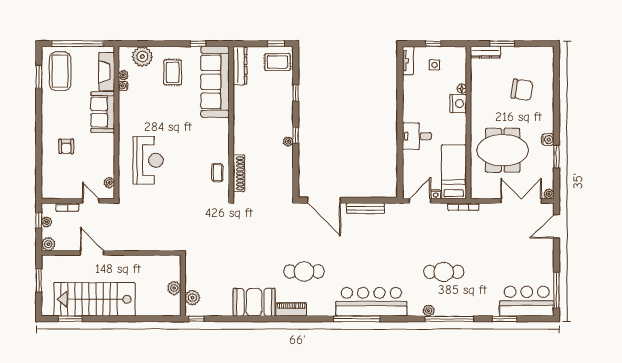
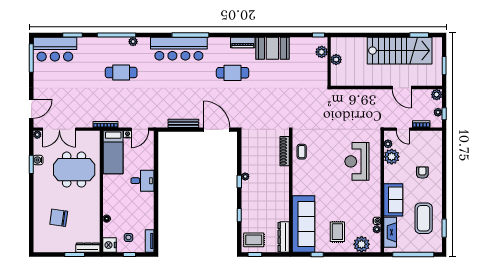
coffee table: (60, 71) -> (424, 218), moved
nightstand: (458, 103) -> (110, 245), moved
water cooler: (548, 140) -> (38, 160), moved
plant: (105, 166) -> (392, 157), added

